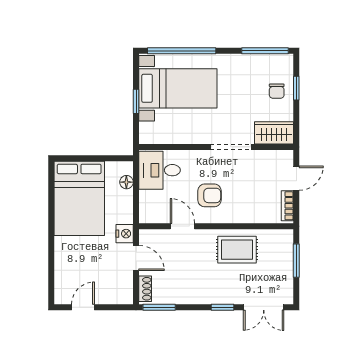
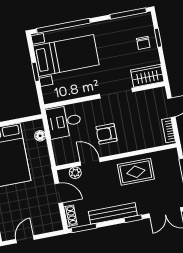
armchair: (209, 195) -> (106, 134), turned 180
nightstand: (125, 234) -> (46, 176), removed
plant: (161, 236) -> (75, 173), added
bench: (199, 296) -> (113, 213), added

